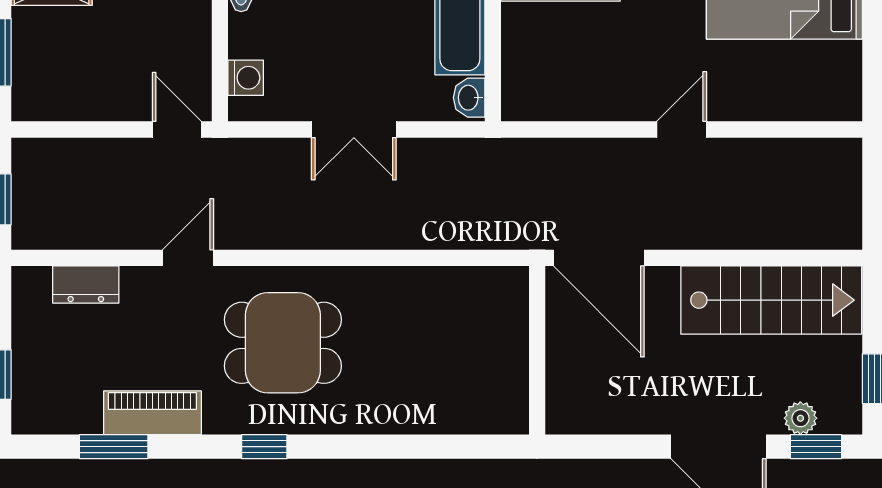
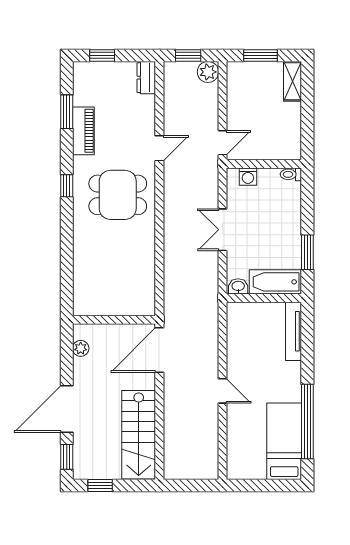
plant: (33, 159) -> (208, 72), added
door: (188, 258) -> (159, 148), hinge flipped
dresser: (86, 285) -> (146, 78), moved
dining table: (283, 343) -> (118, 195), turned 90
plant: (800, 418) -> (81, 348), moved

